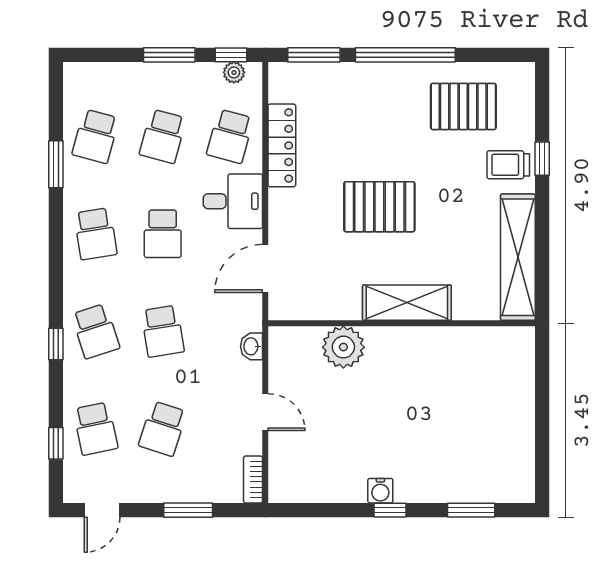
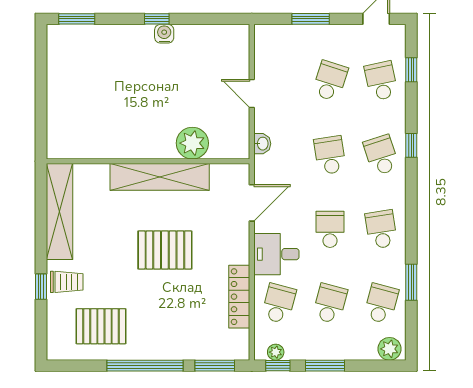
plant: (85, 77) -> (389, 349), added
shelving: (407, 303) -> (160, 177), width x1.47
bookcase: (253, 479) -> (261, 42), removed
window: (471, 510) -> (77, 19), moved

